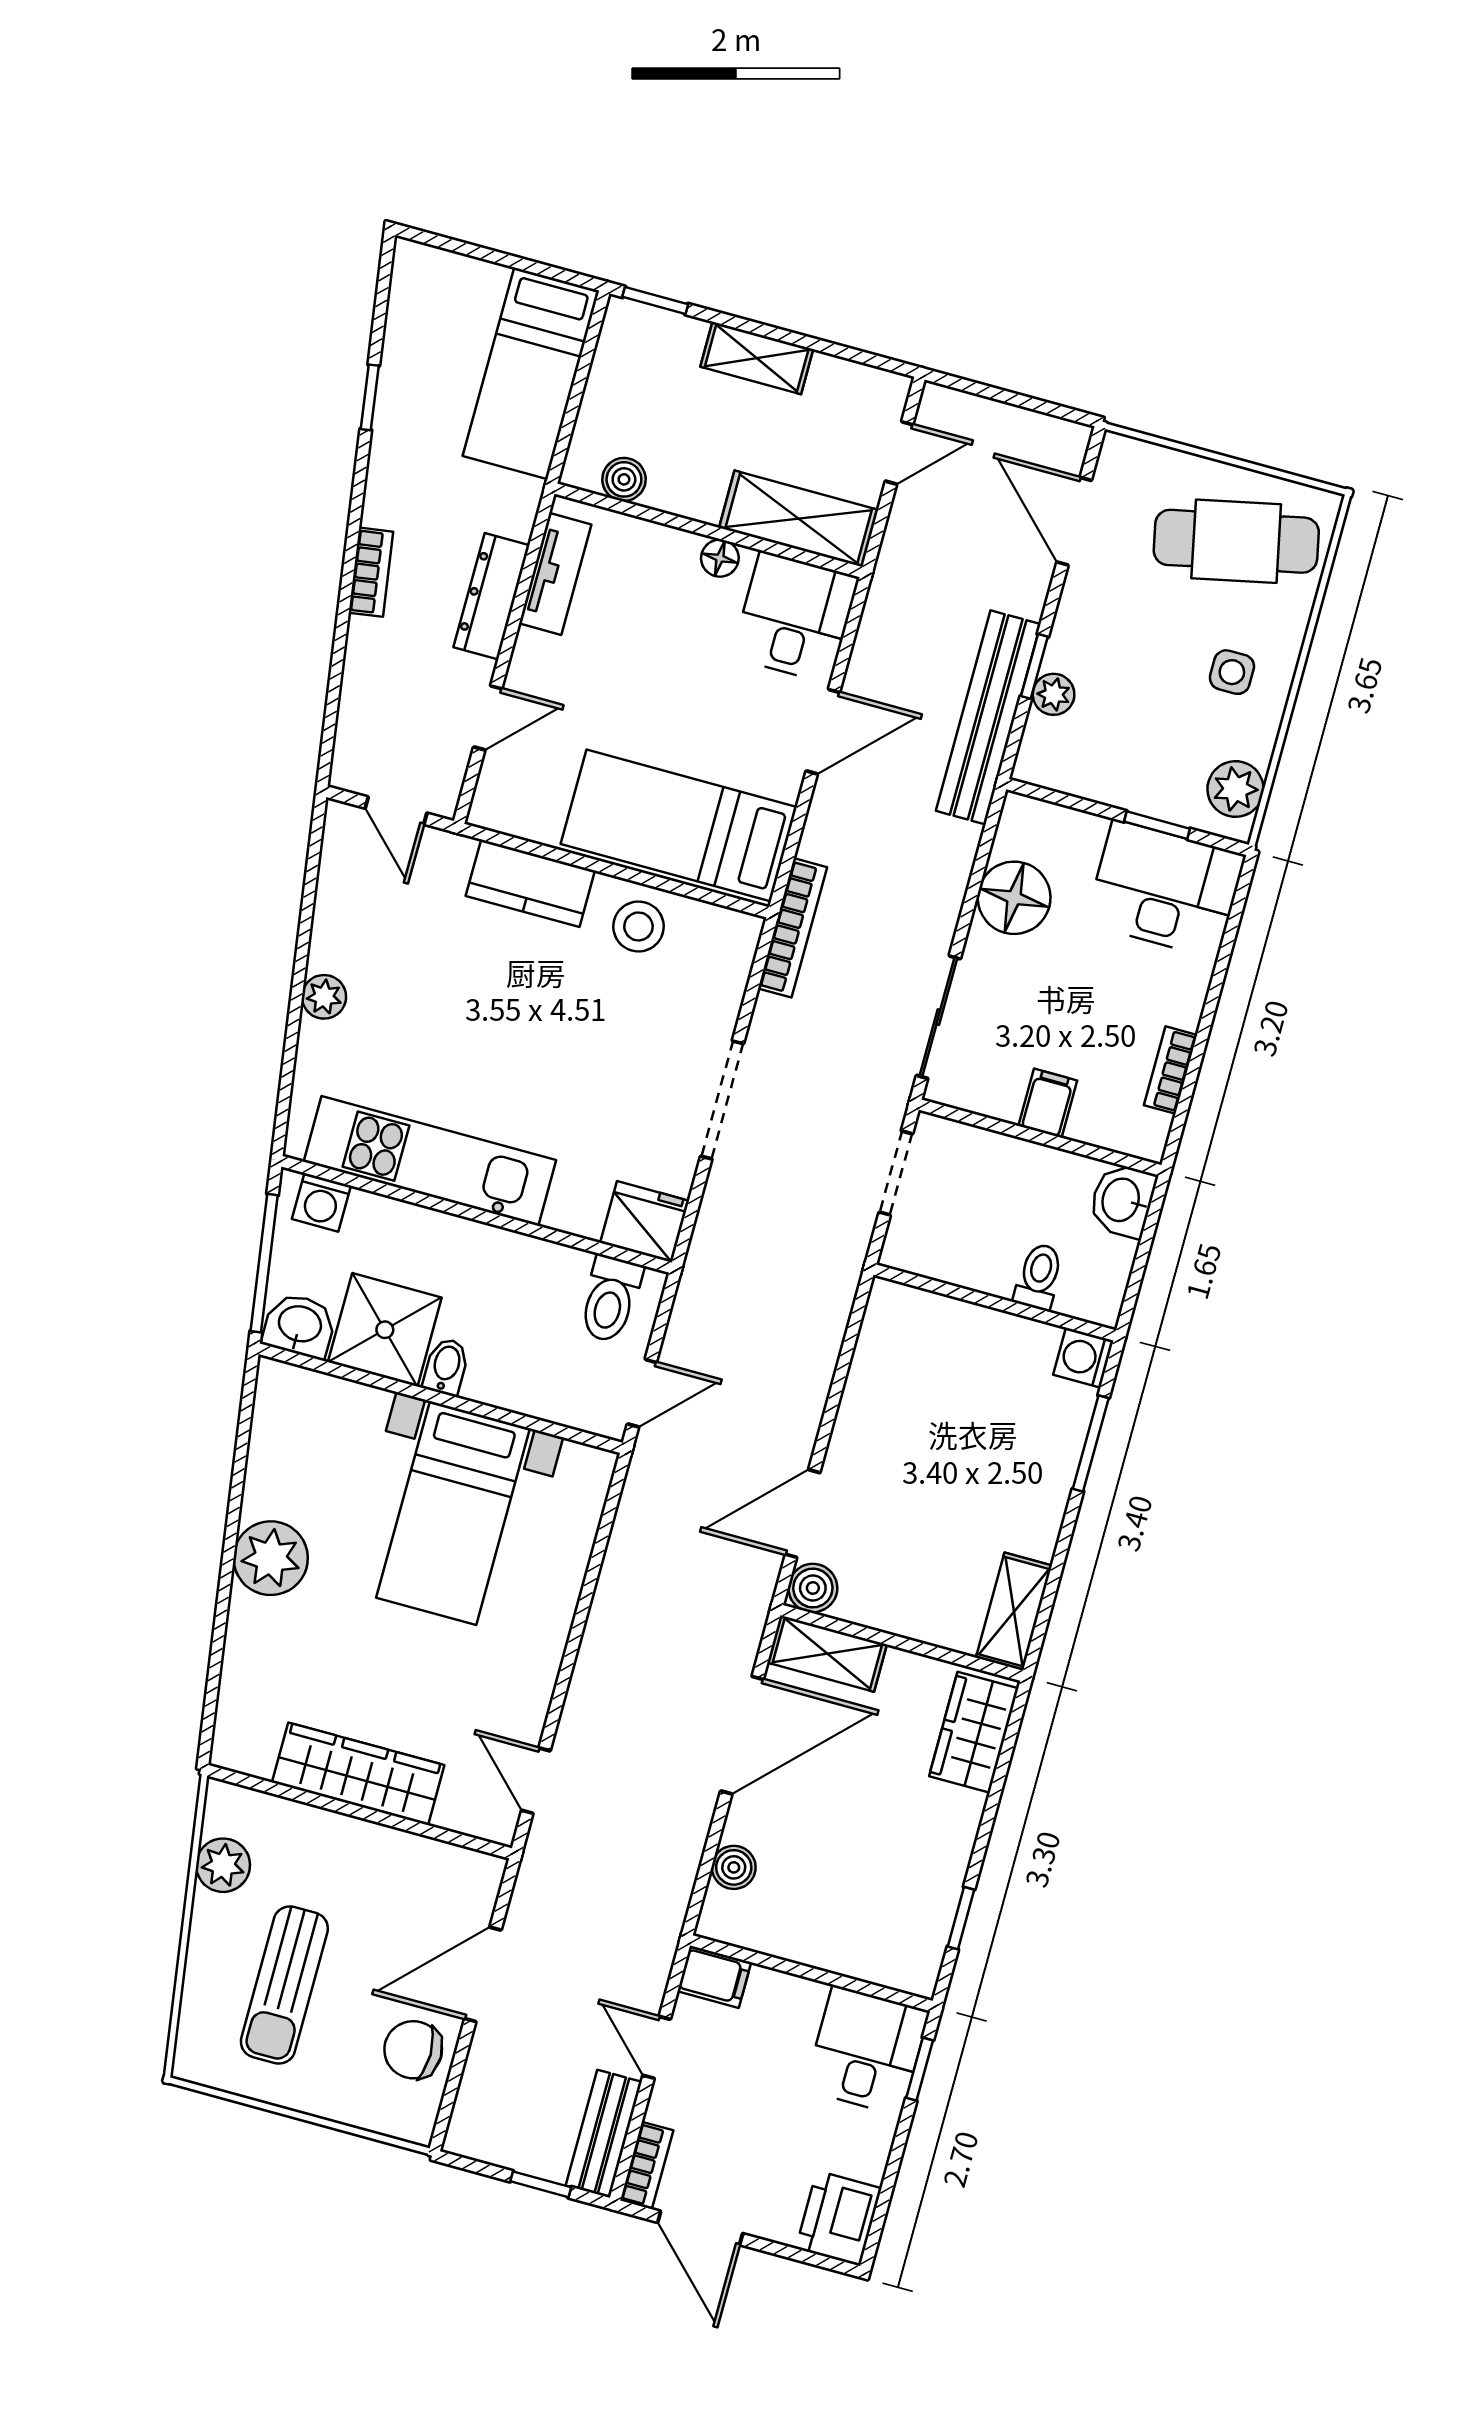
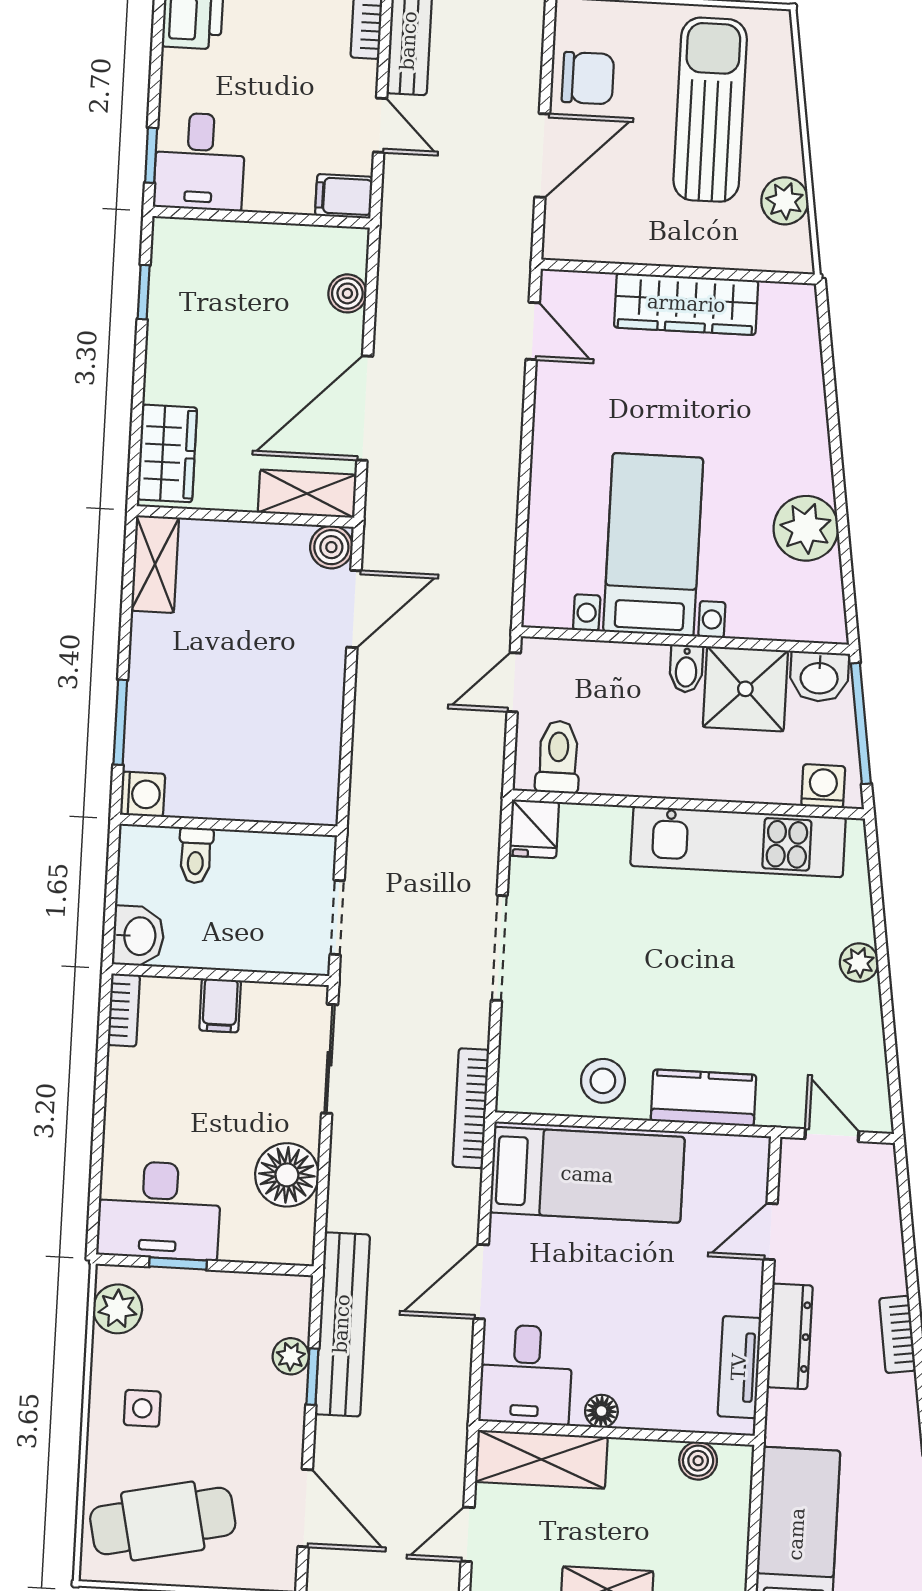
bookcase: (1171, 1070) -> (124, 1010), moved
fridge: (645, 1222) -> (534, 829), width x0.72
plant: (271, 1558) -> (806, 528), moved
sun lounger: (284, 1985) -> (710, 110), width x1.36, depth x1.34

